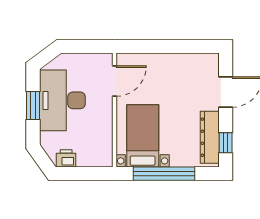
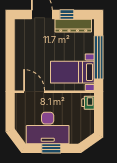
window: (226, 143) -> (67, 15), moved
printer: (66, 158) -> (88, 103), moved

